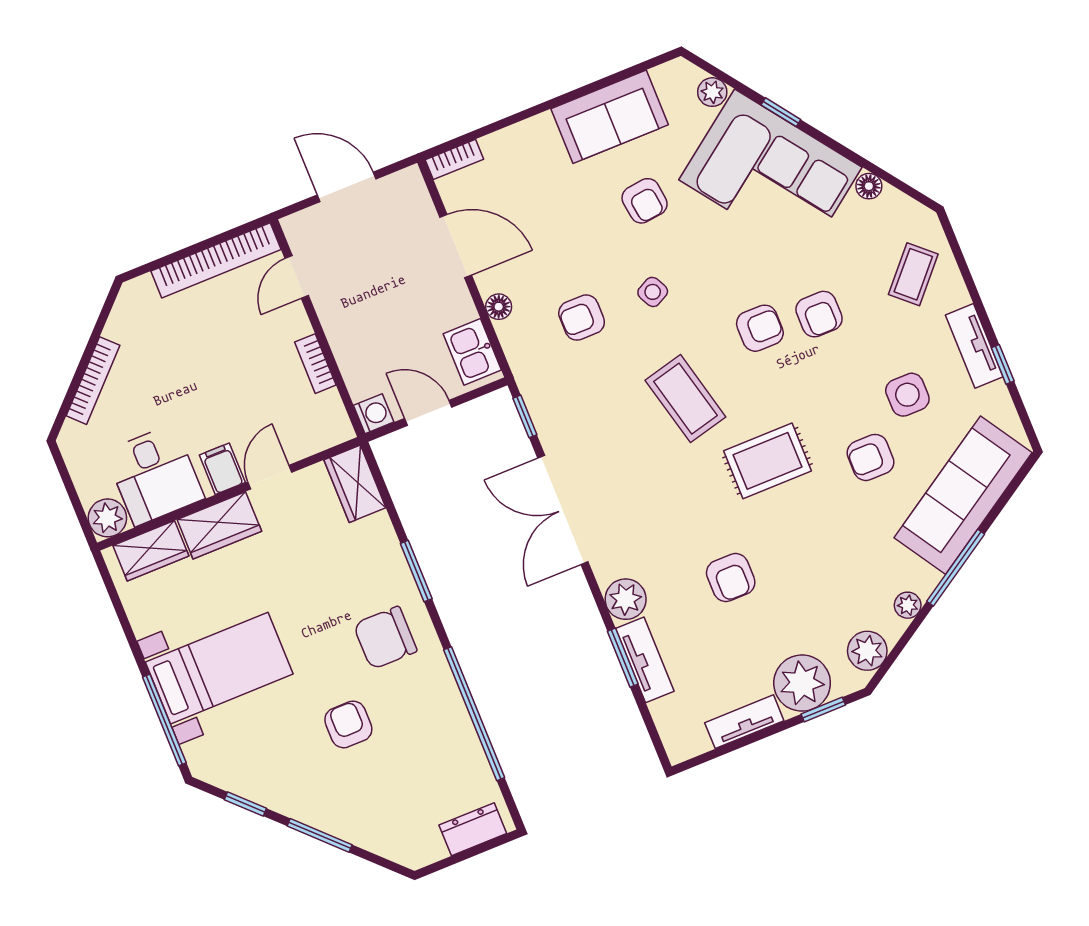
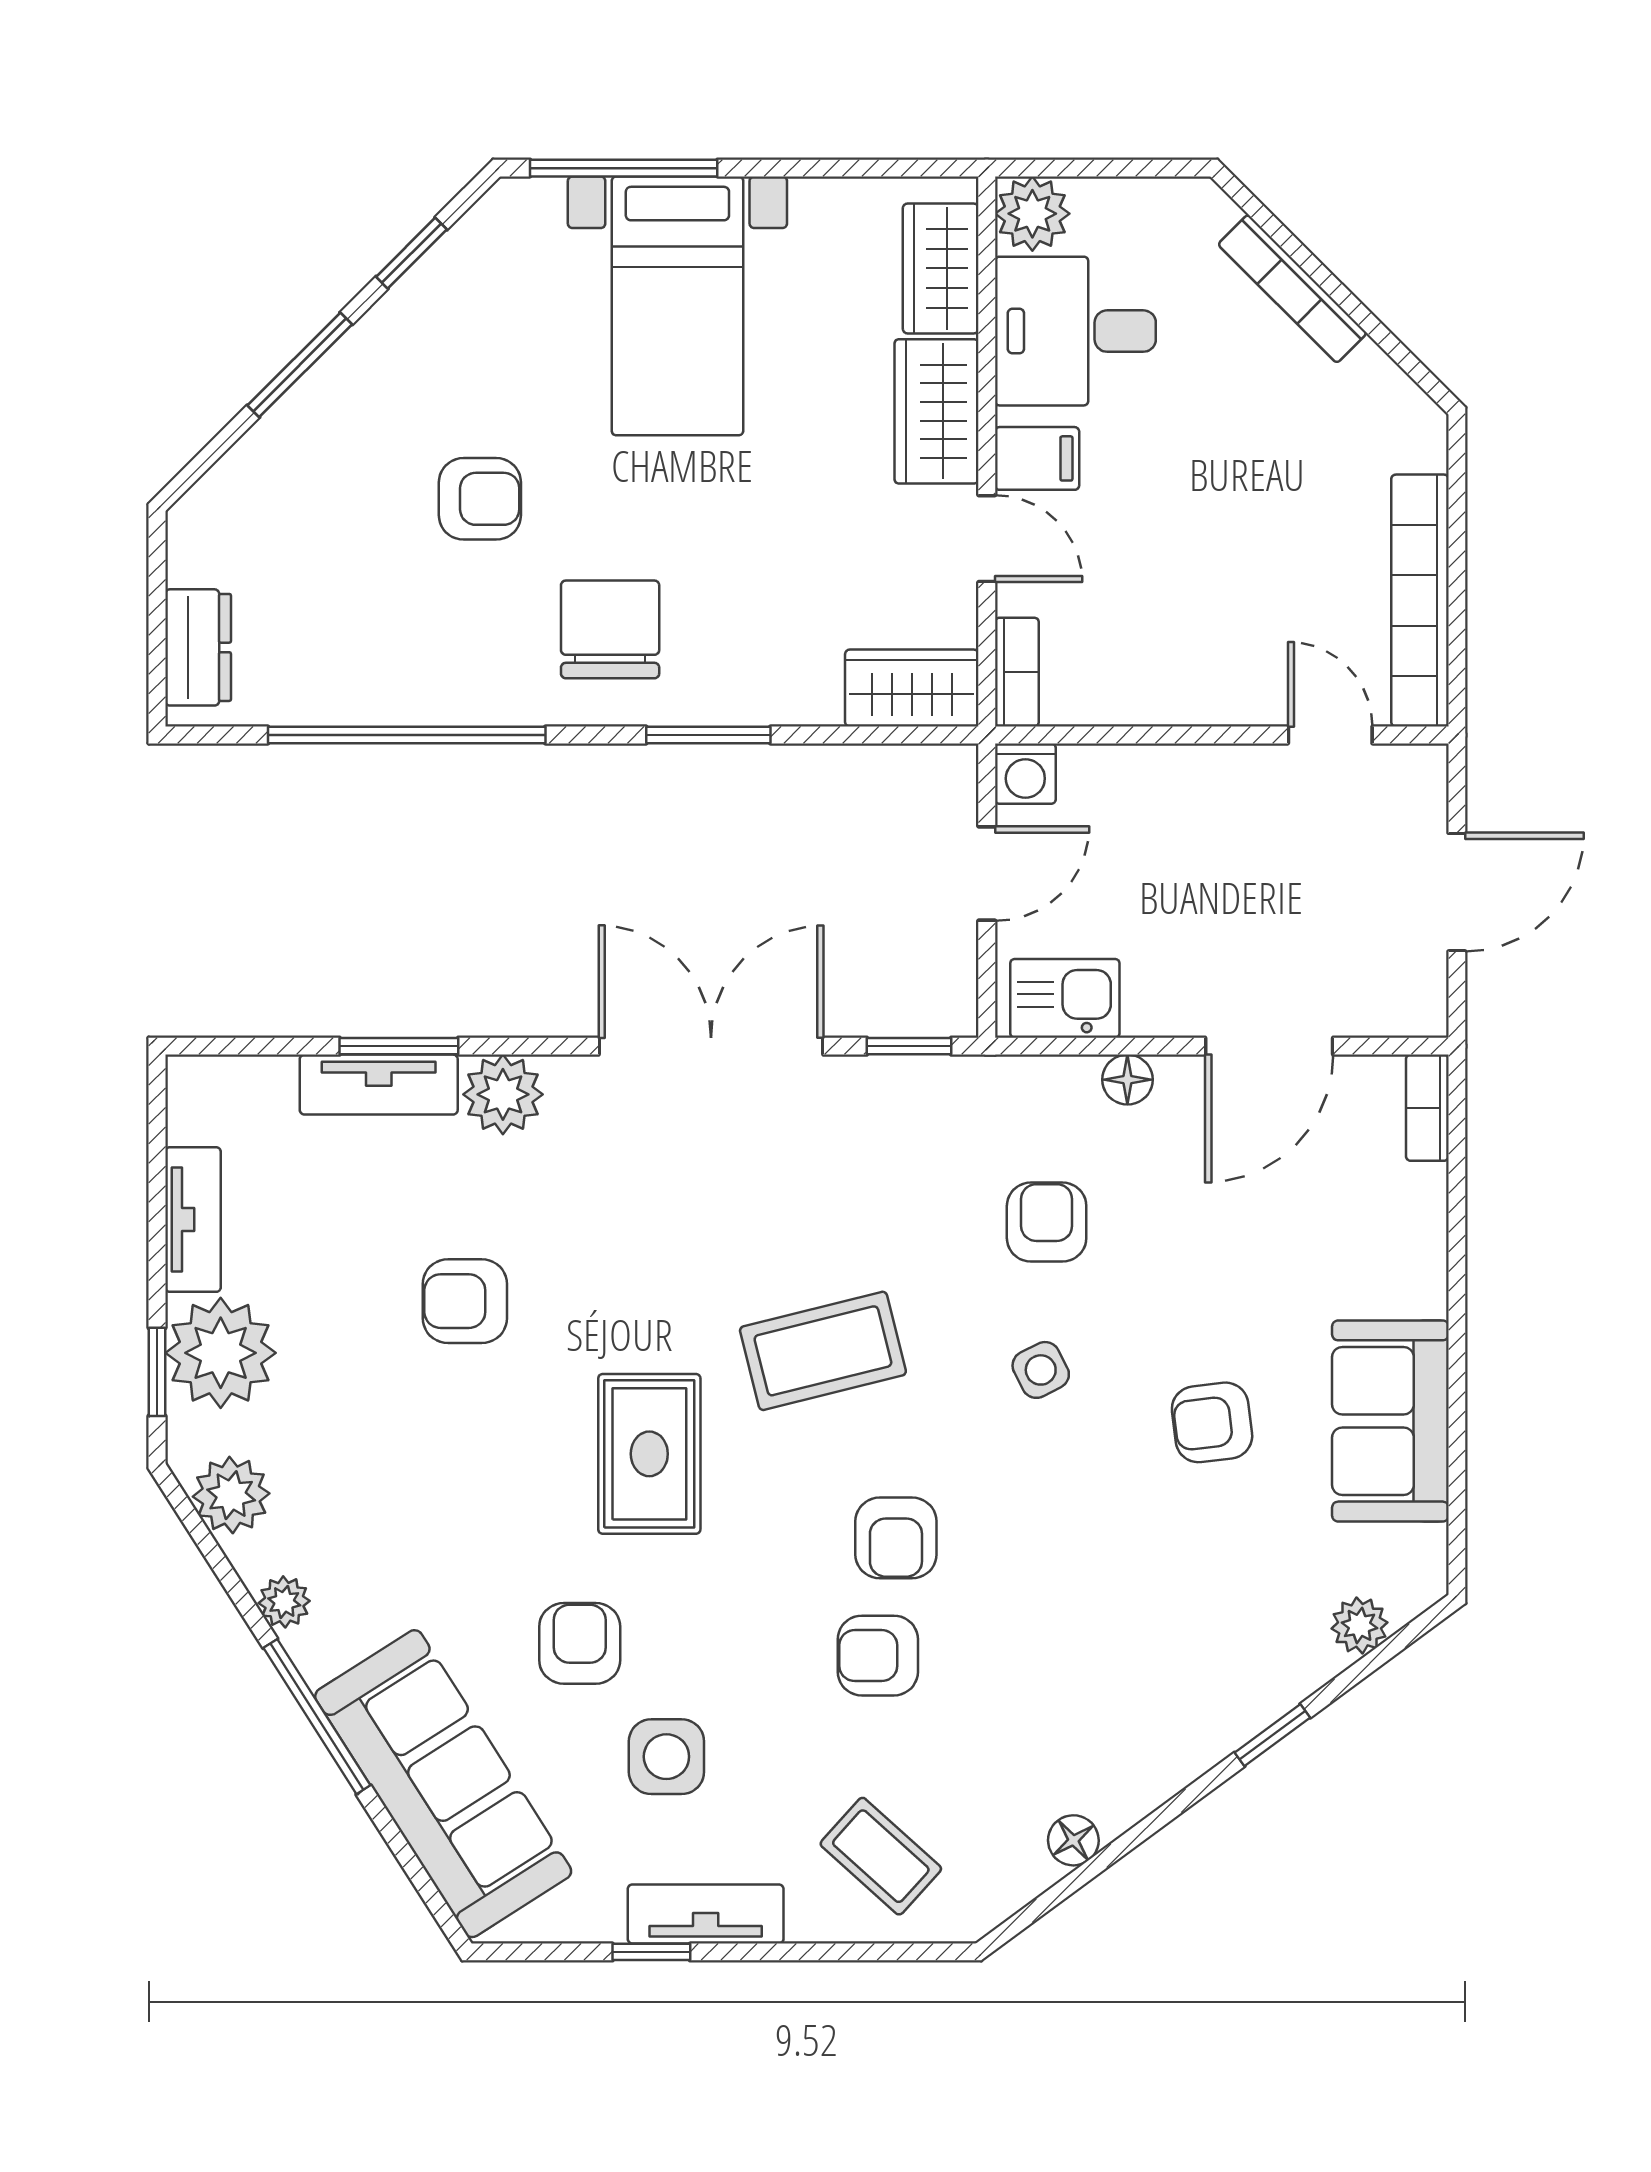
corner sofa: (770, 173) -> (1169, 1671), removed
bookcase: (315, 364) -> (1017, 672), moved, turned 90

